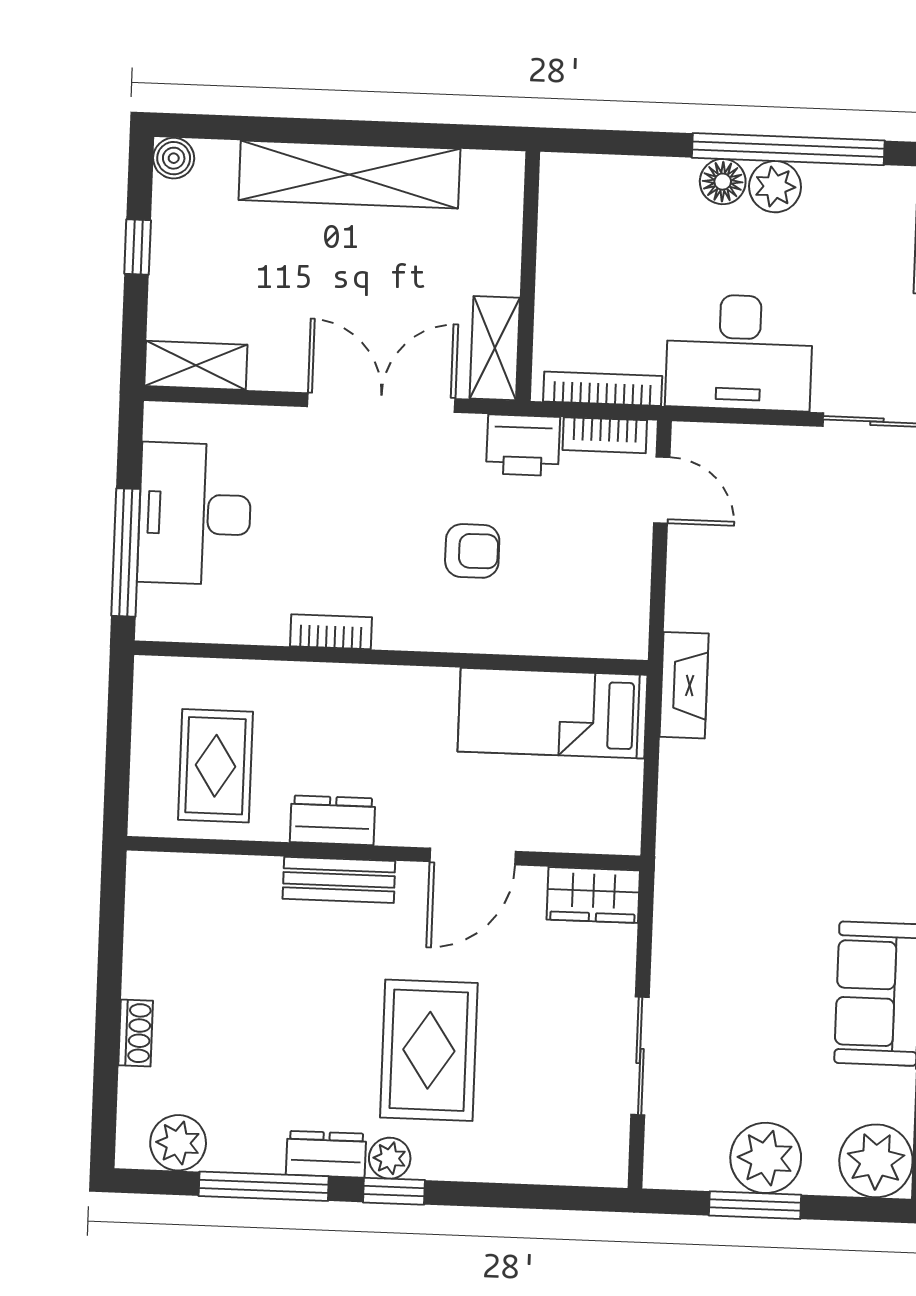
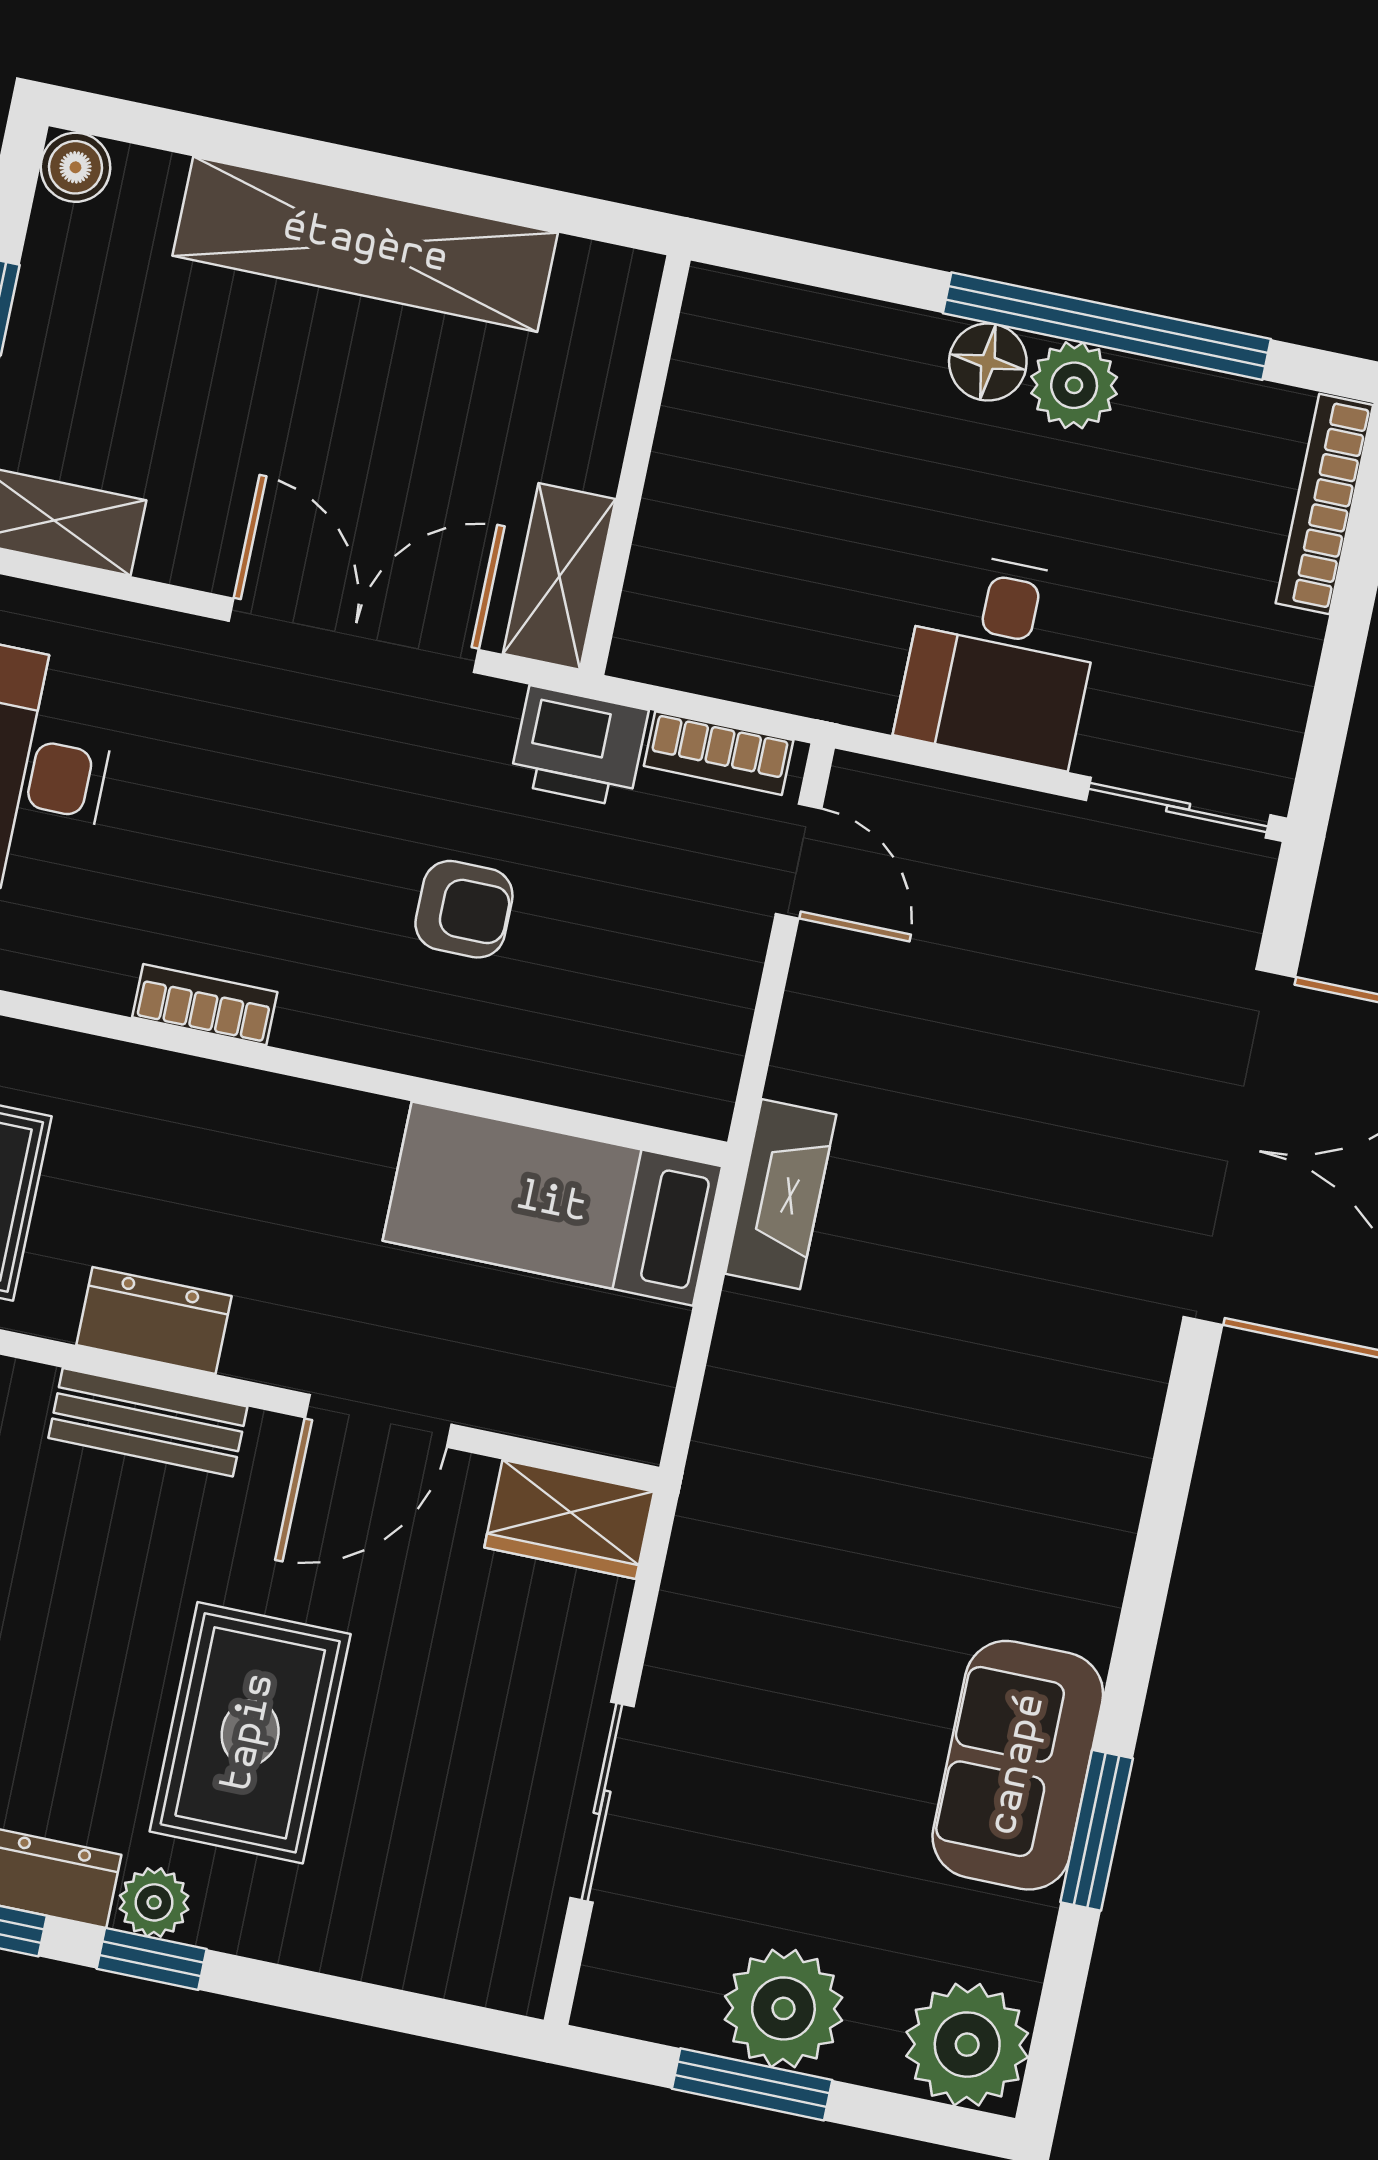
desk: (739, 352) -> (1000, 659), width x0.73
bookcase: (603, 389) -> (728, 675), removed

